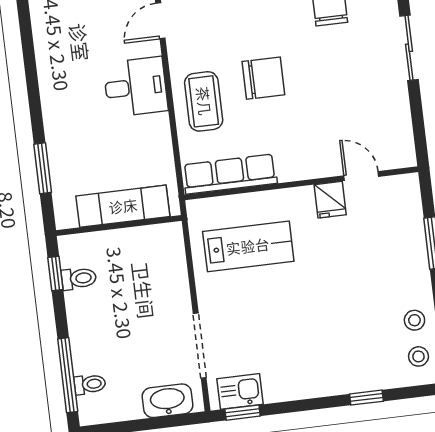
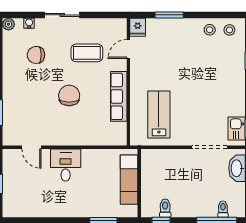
coffee table: (204, 101) -> (87, 53), moved
row of seats: (230, 174) -> (119, 96), moved
fridge: (330, 200) -> (138, 27), moved, turned 90

